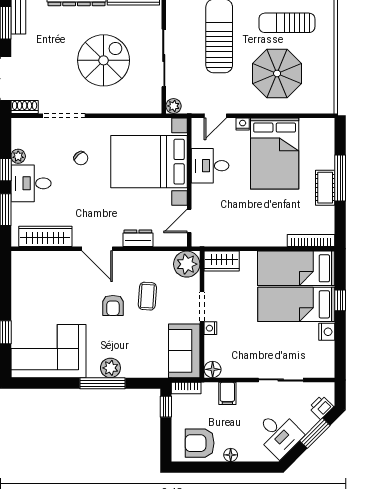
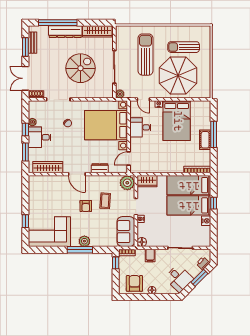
parasol: (277, 73) -> (178, 76), width x1.36, depth x1.36
door: (215, 116) -> (143, 99), hinge flipped
armchair: (200, 443) -> (134, 283), turned 90

